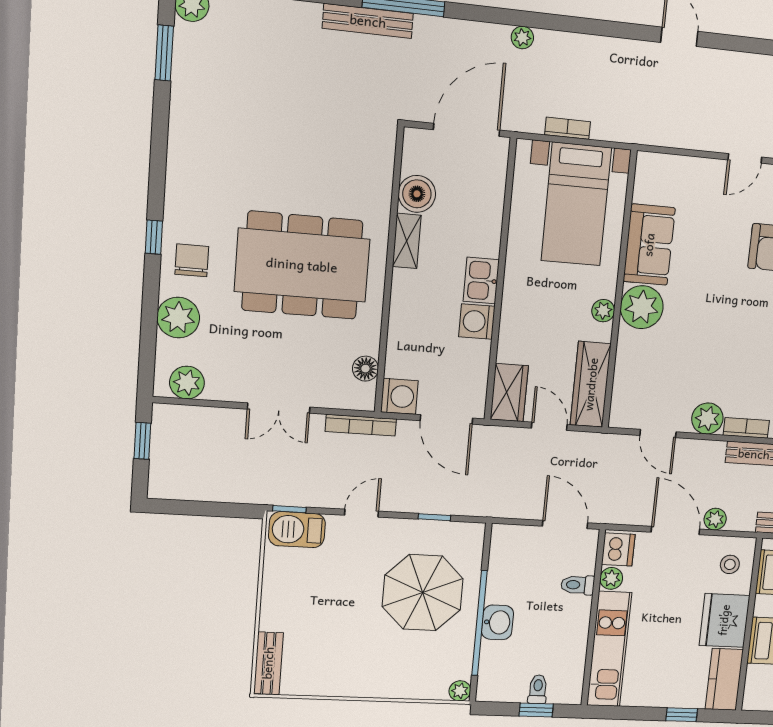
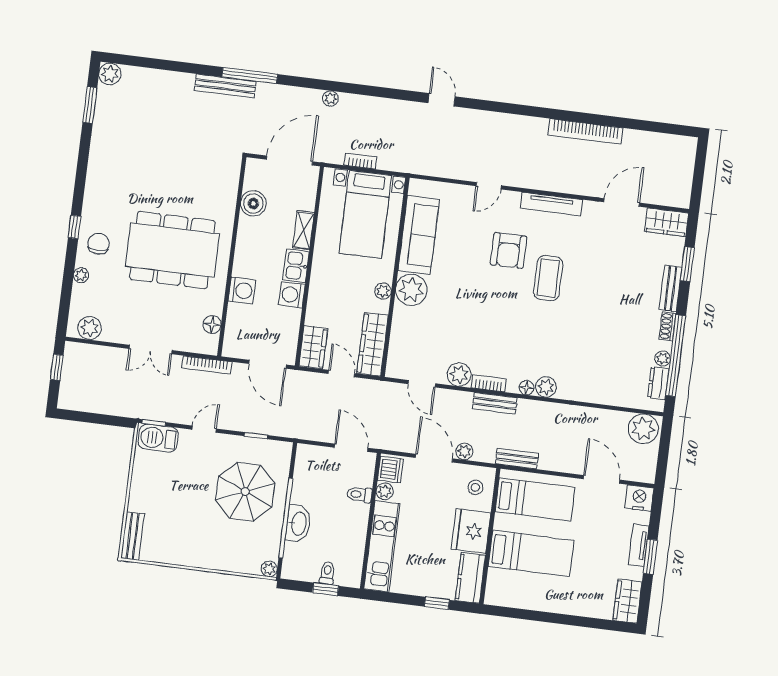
shelving: (407, 241) -> (303, 230), moved
sofa: (649, 245) -> (419, 235), width x1.36
plant: (178, 318) -> (81, 275), width x0.53, depth x0.53
washing machine: (399, 396) -> (242, 290), moved
washbasin: (498, 622) -> (298, 524), width x1.38

